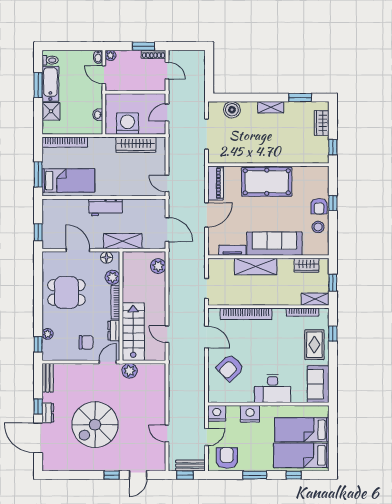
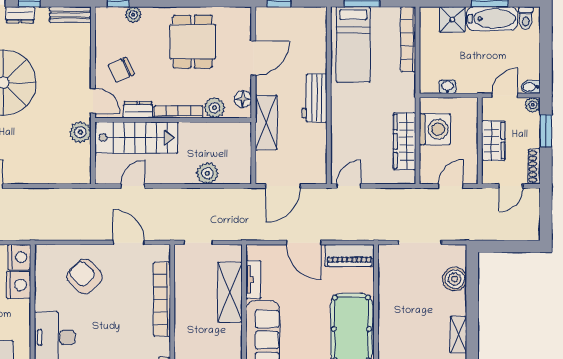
window: (144, 46) -> (546, 131), moved
wardrobe: (135, 83) -> (493, 141), added
door: (167, 112) -> (451, 186), hinge flipped
plant: (158, 266) -> (207, 173), moved
shelving: (256, 266) -> (230, 292), moved
door: (207, 337) -> (129, 243), swing flipped
chair: (86, 342) -> (121, 70), turned 66
nightstand: (250, 414) -> (19, 285), moved

